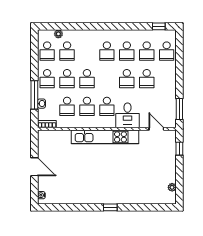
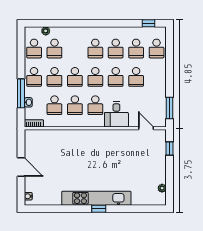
school desk: (107, 79) -> (95, 77), added
kitchen unit: (105, 137) -> (96, 198), moved, turned 180

